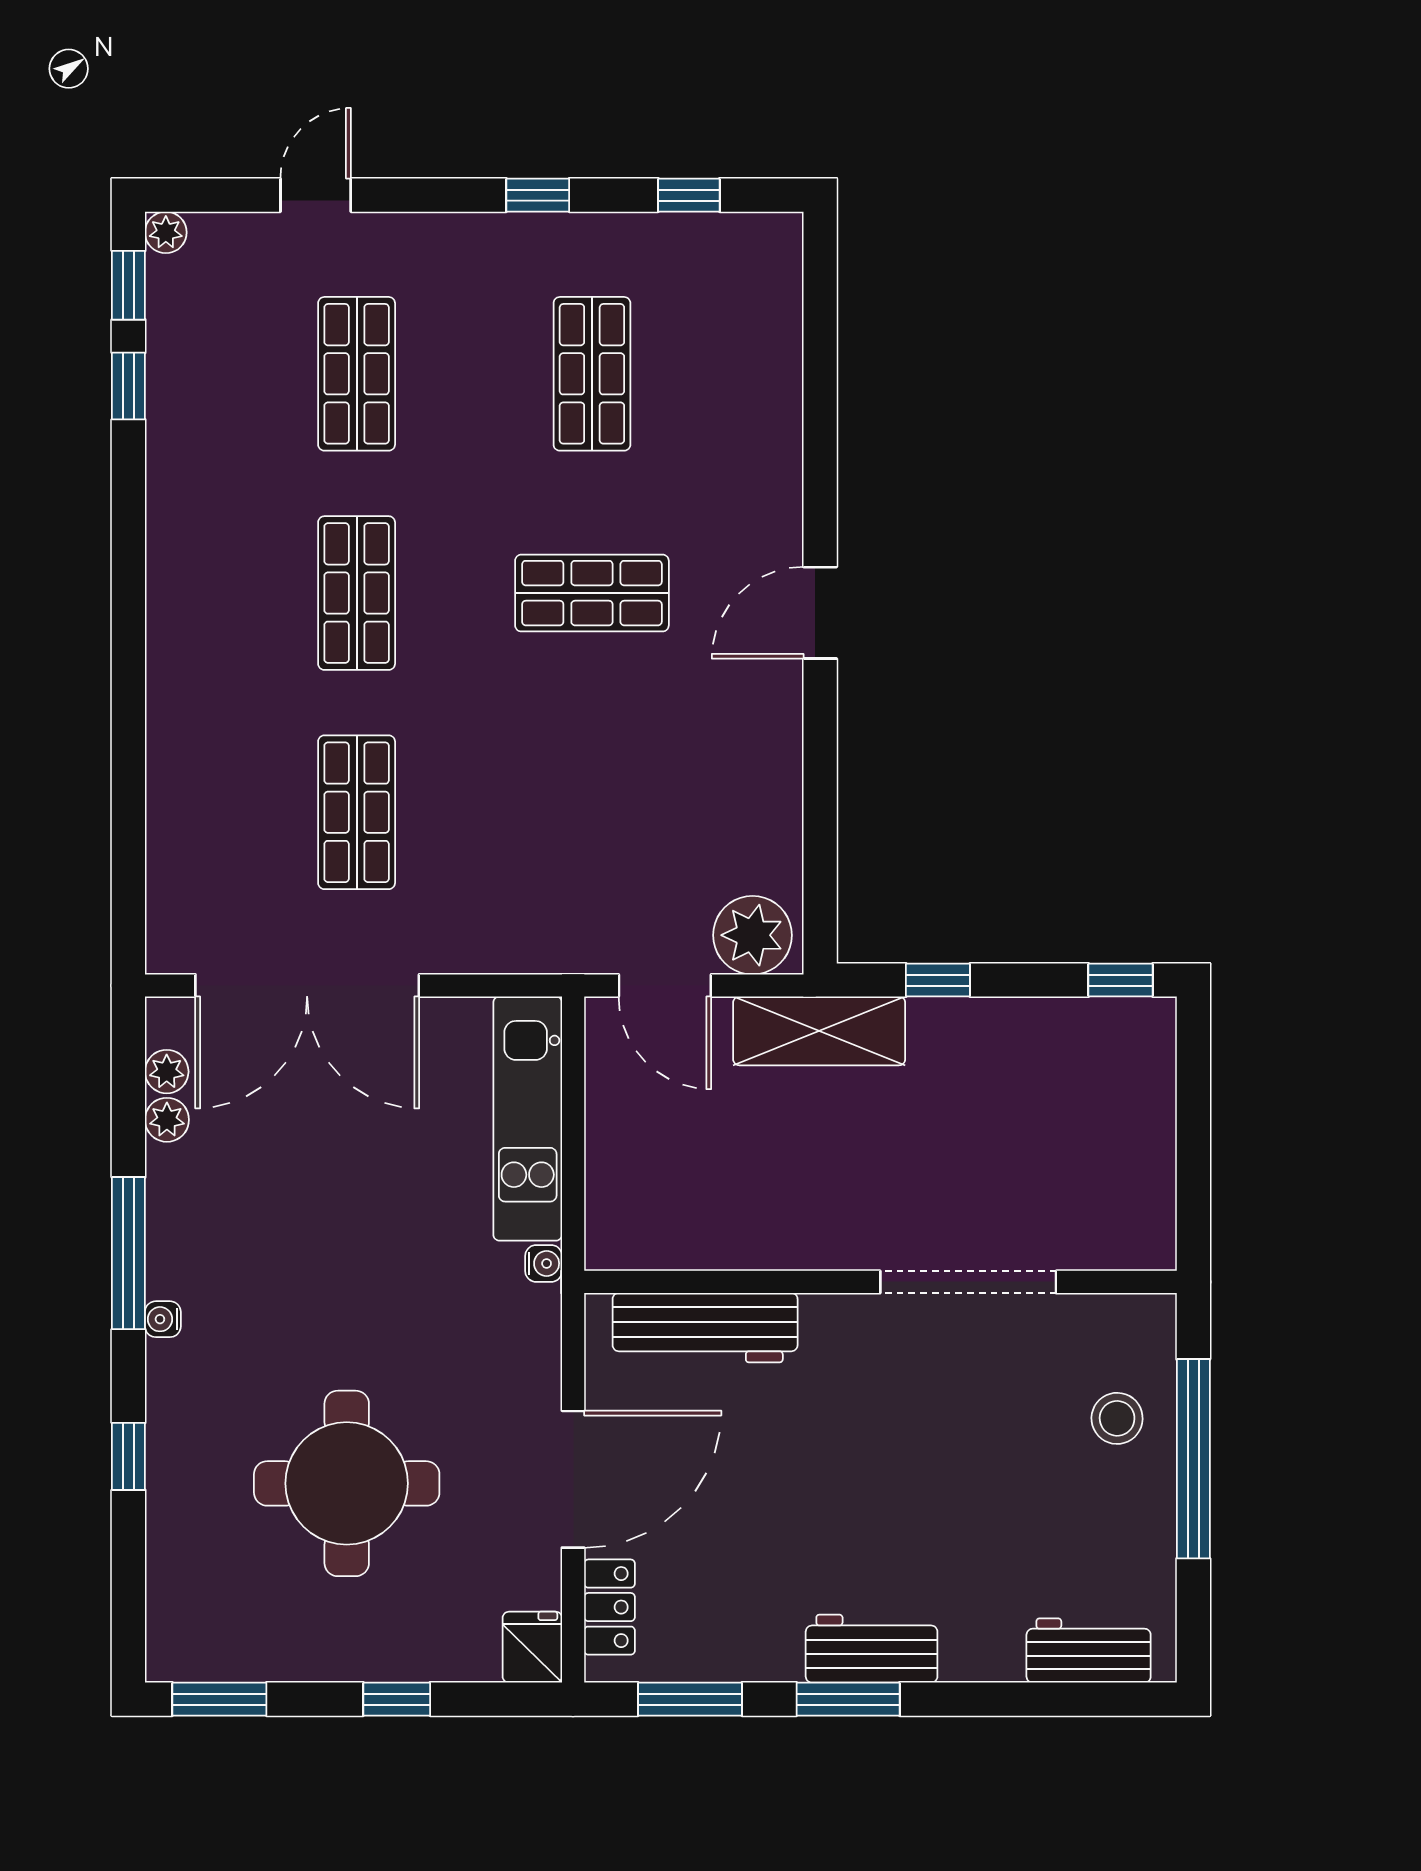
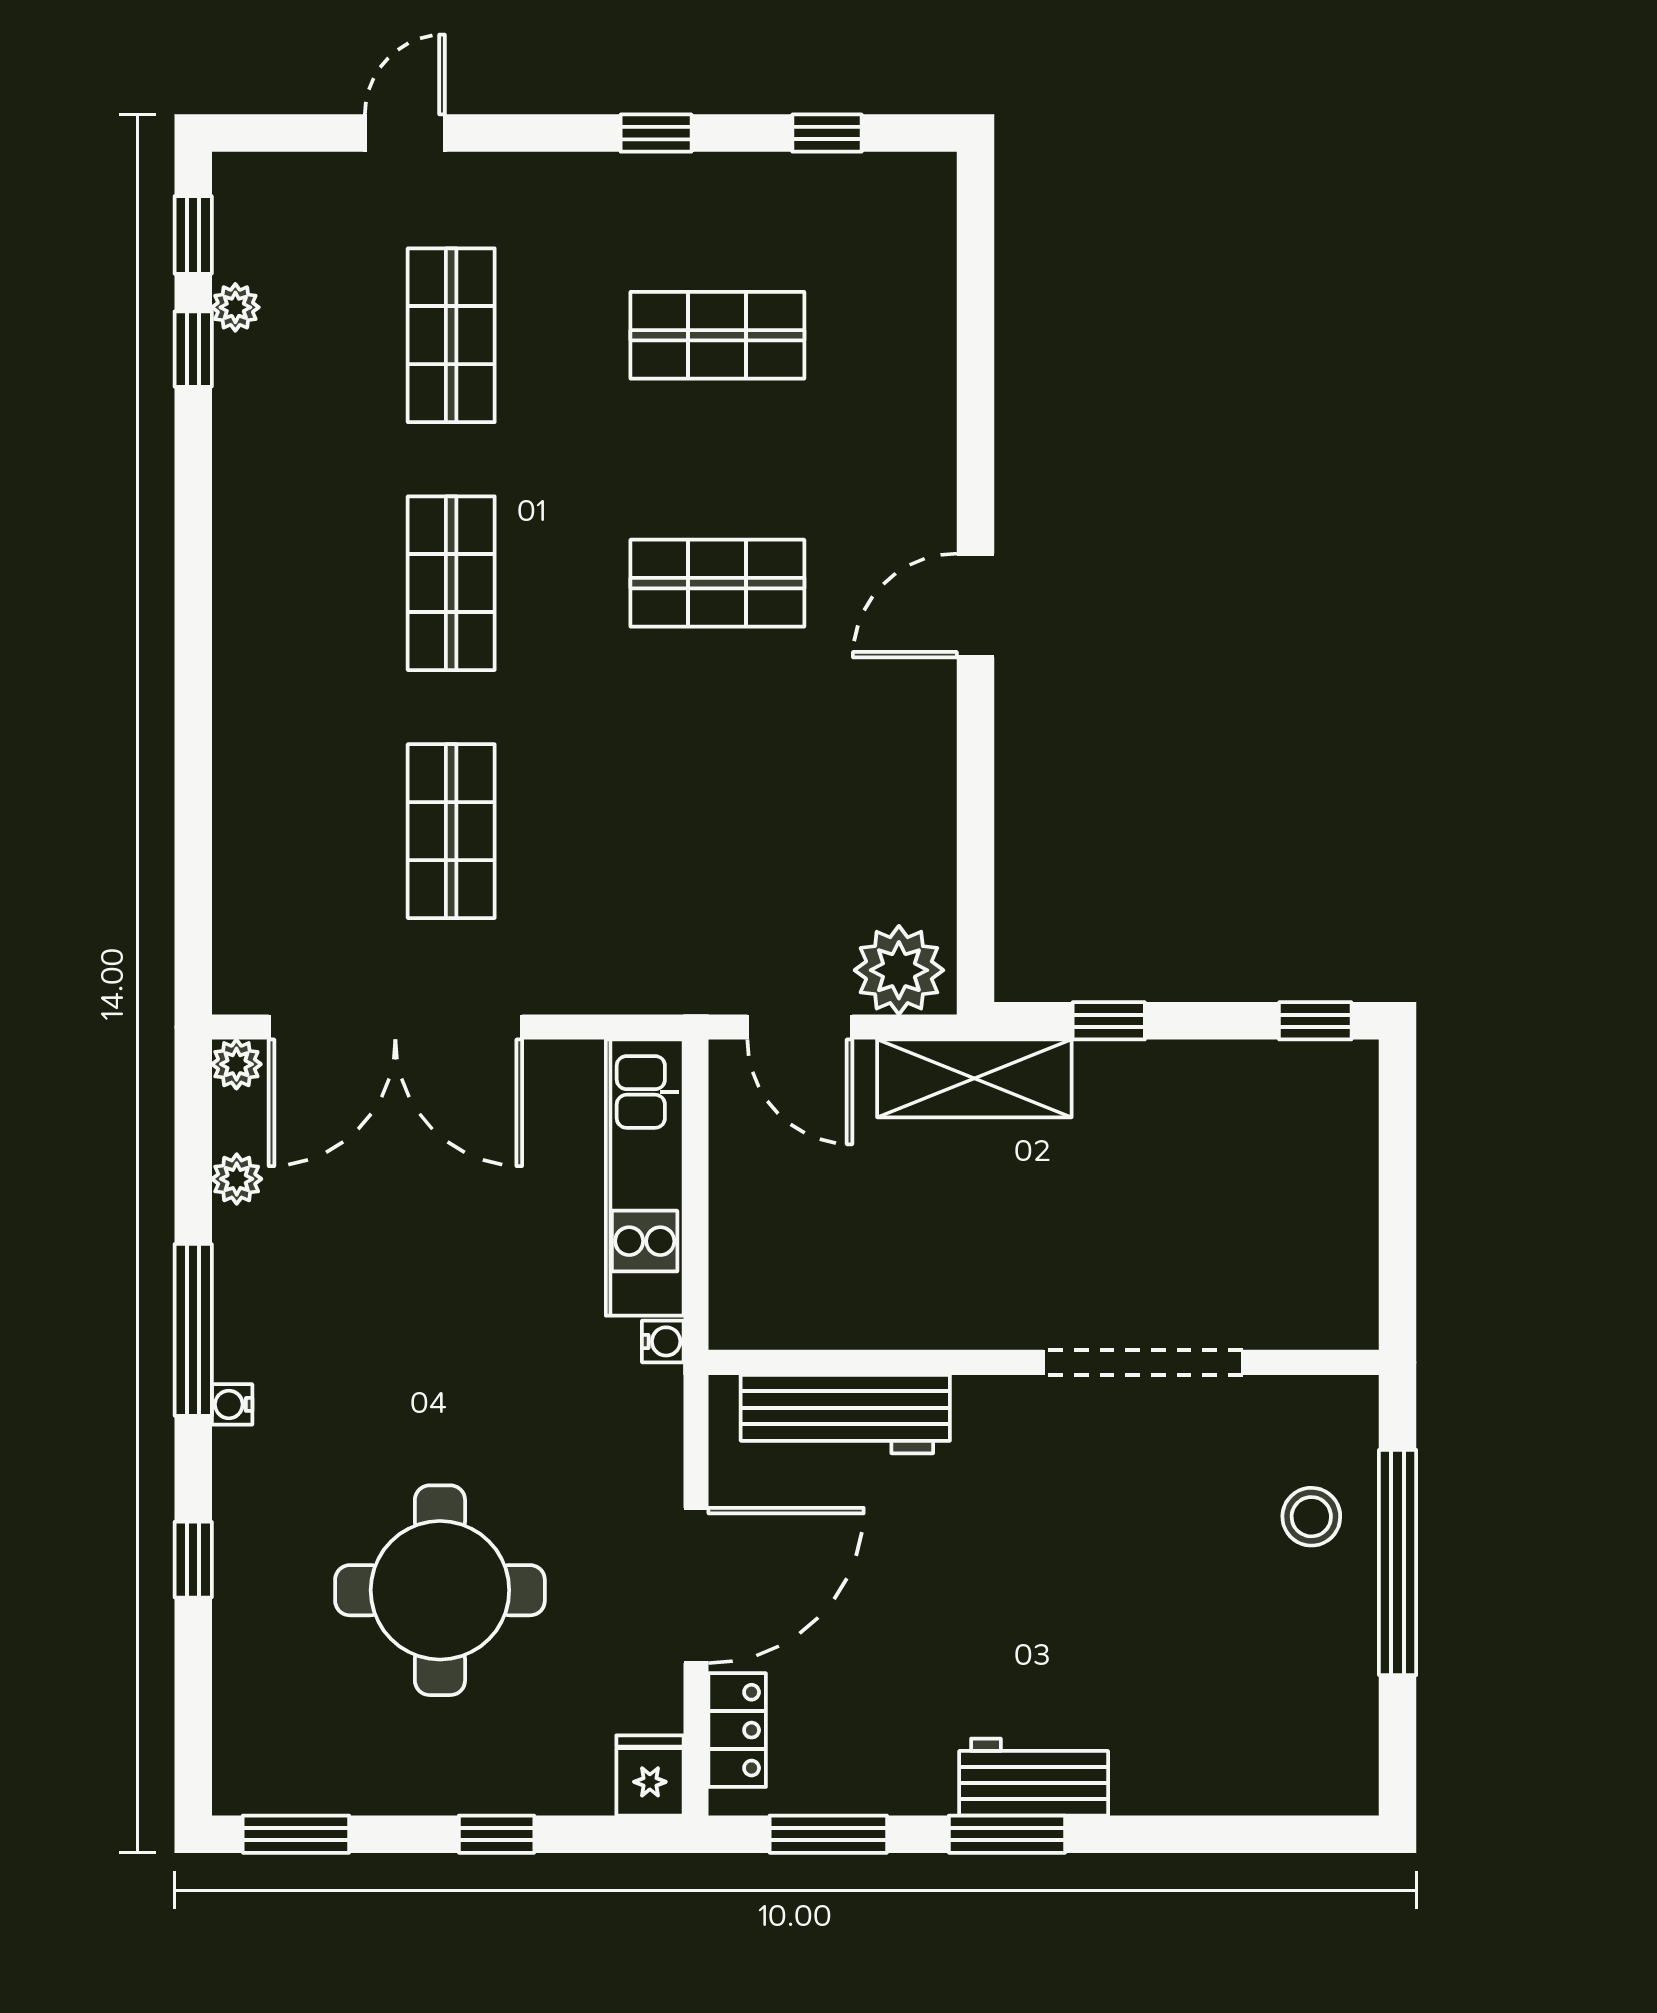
plant: (166, 232) -> (235, 307), moved
shop shelf: (592, 374) -> (717, 335), turned 90
plant: (167, 1072) -> (236, 1064), moved
workbench: (1089, 1651) -> (1279, 1779), removed

